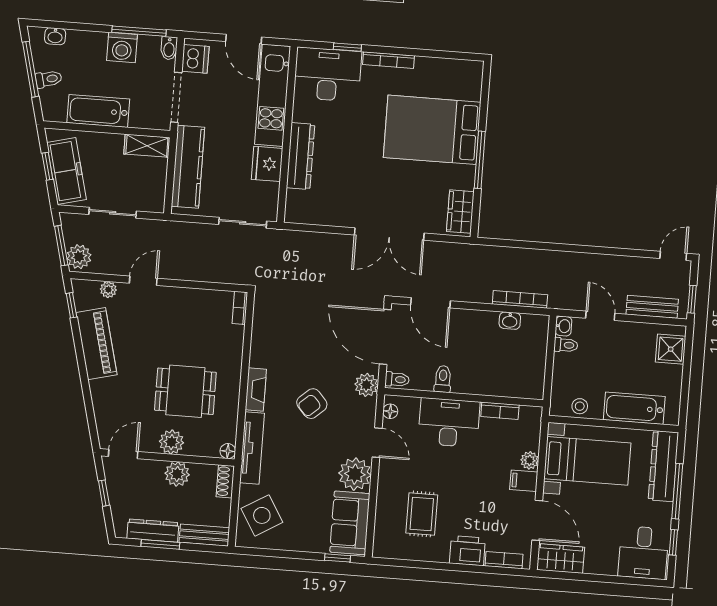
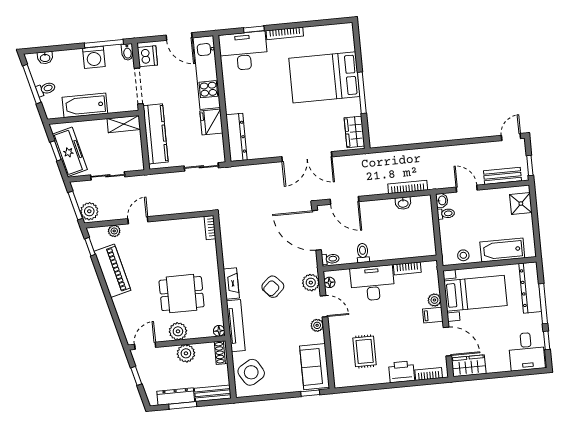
dresser: (301, 156) -> (237, 137), moved
plant: (366, 385) -> (311, 283), moved
plant: (355, 474) -> (317, 325), width x0.53, depth x0.53

